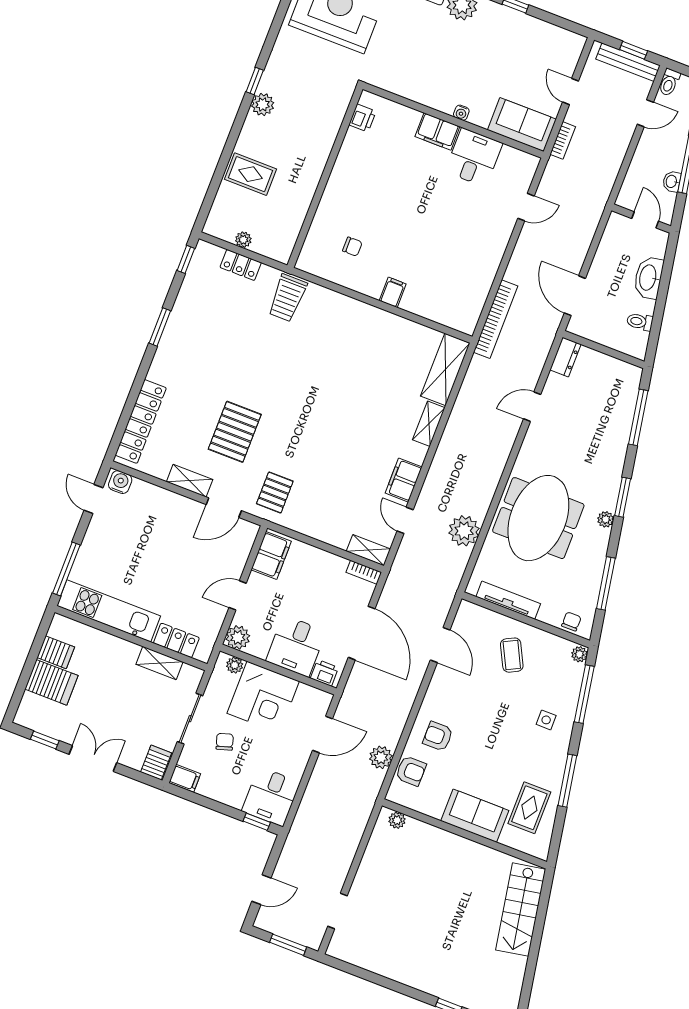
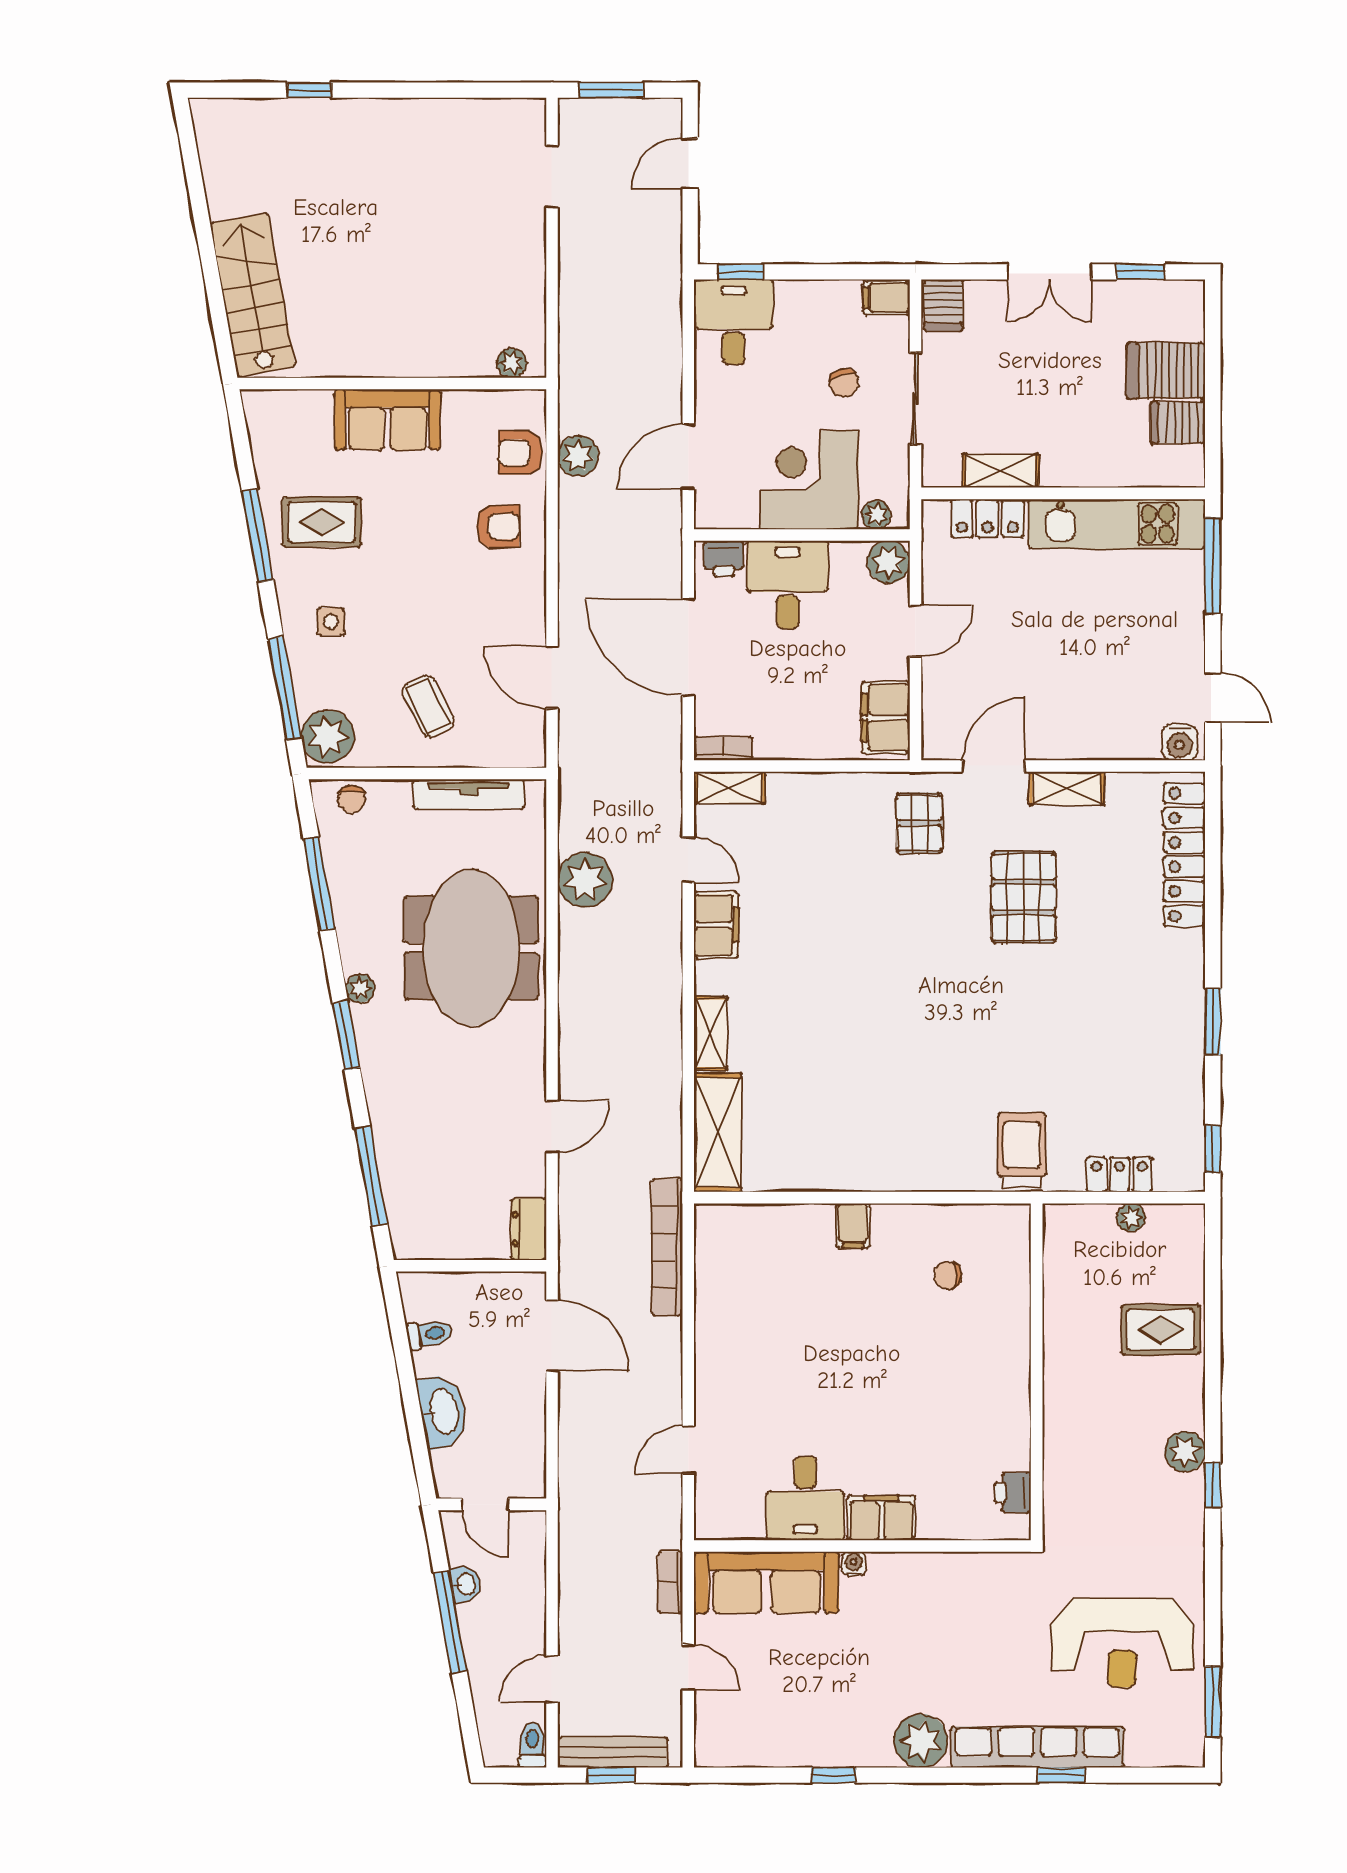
sofa: (522, 125) -> (766, 1582), width x1.36
plant: (579, 654) -> (328, 736), width x1.88, depth x1.88
rug: (529, 808) -> (322, 522), moved, turned 90

